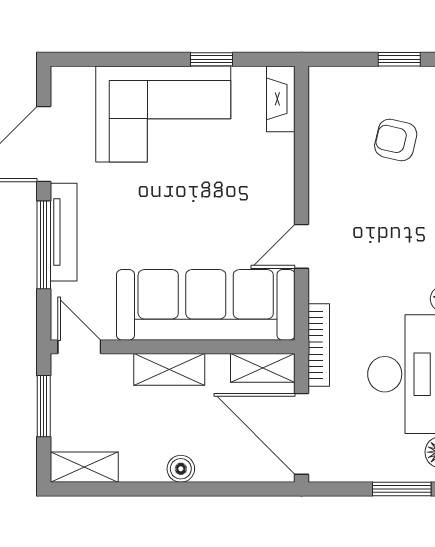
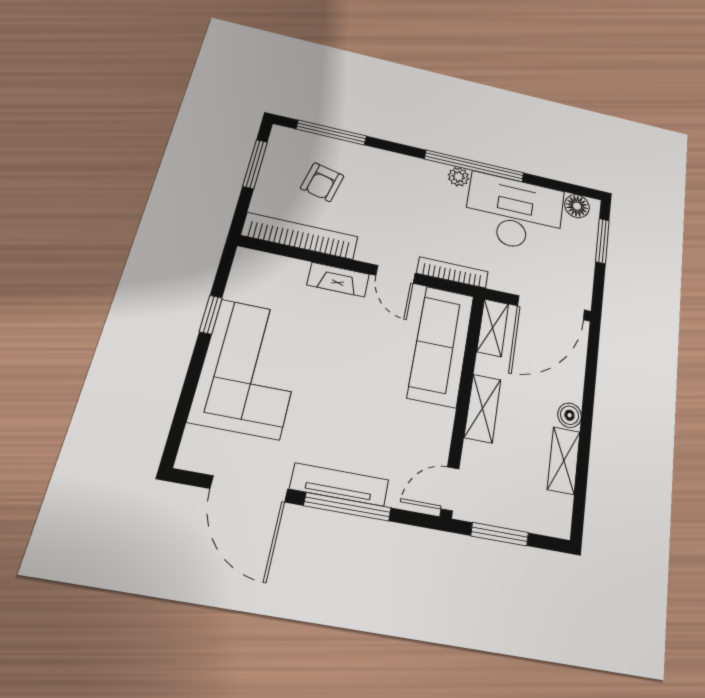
window: (399, 59) -> (255, 164), width x1.50
fireplace: (281, 99) -> (338, 280), moved
bookcase: (323, 130) -> (300, 236), added
sofa: (206, 305) -> (441, 346), width x0.74, depth x0.79
bookcase: (319, 345) -> (452, 272), moved
shelving: (84, 467) -> (564, 460), moved

